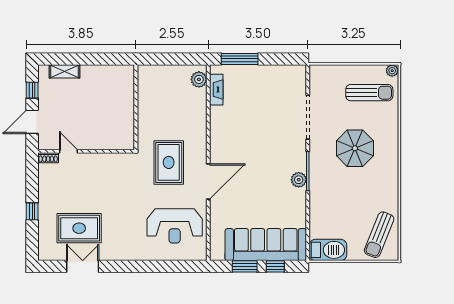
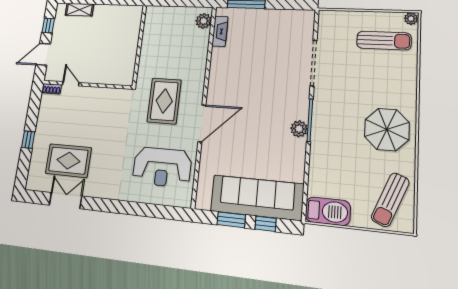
parasol: (355, 148) -> (387, 130), moved

